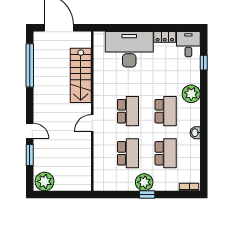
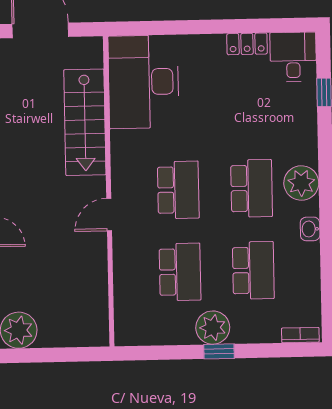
desk: (129, 49) -> (144, 82), moved, turned -90
plant: (191, 94) -> (301, 183), moved

